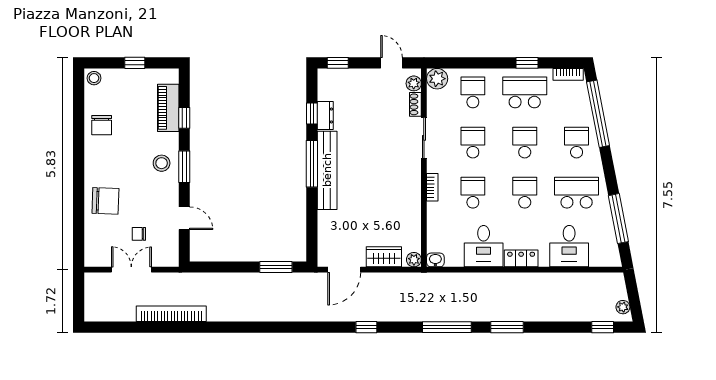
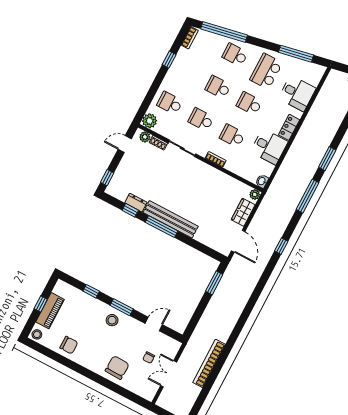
school desk: (525, 92) -> (187, 71), removed
piano: (168, 108) -> (50, 311), moved, turned -90

